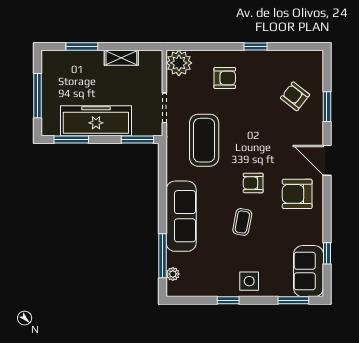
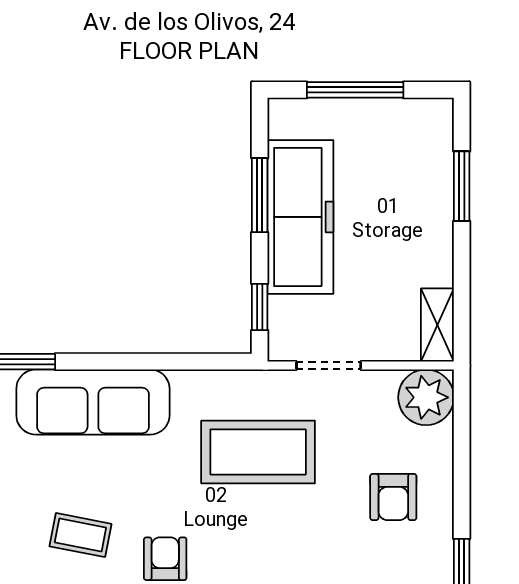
shelving: (121, 58) -> (437, 325), moved
window: (71, 139) -> (260, 195), moved
window: (137, 139) -> (260, 307), width x0.67

